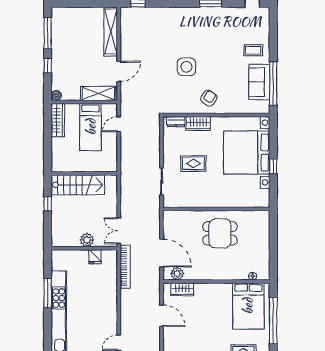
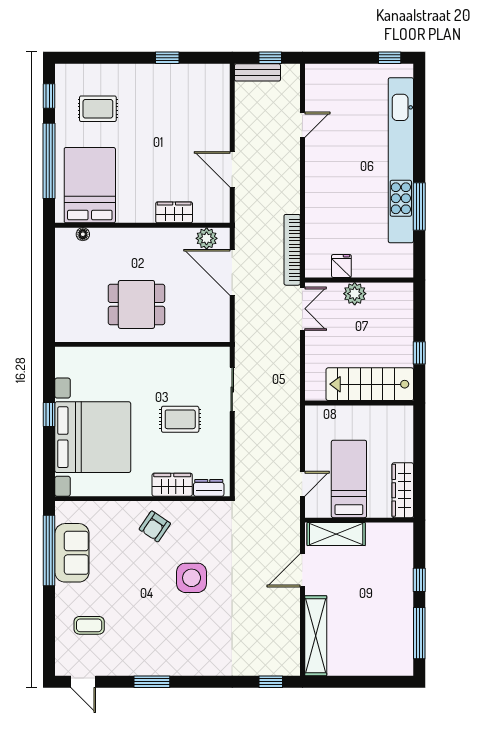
coffee table: (253, 50) -> (89, 625), moved
boiler: (56, 95) -> (405, 531), removed
wardrobe: (182, 289) -> (174, 212), moved

